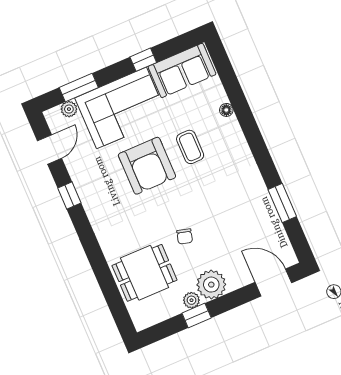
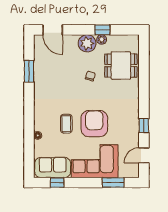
window: (143, 60) -> (57, 183), moved
plant: (69, 109) -> (124, 173), removed

